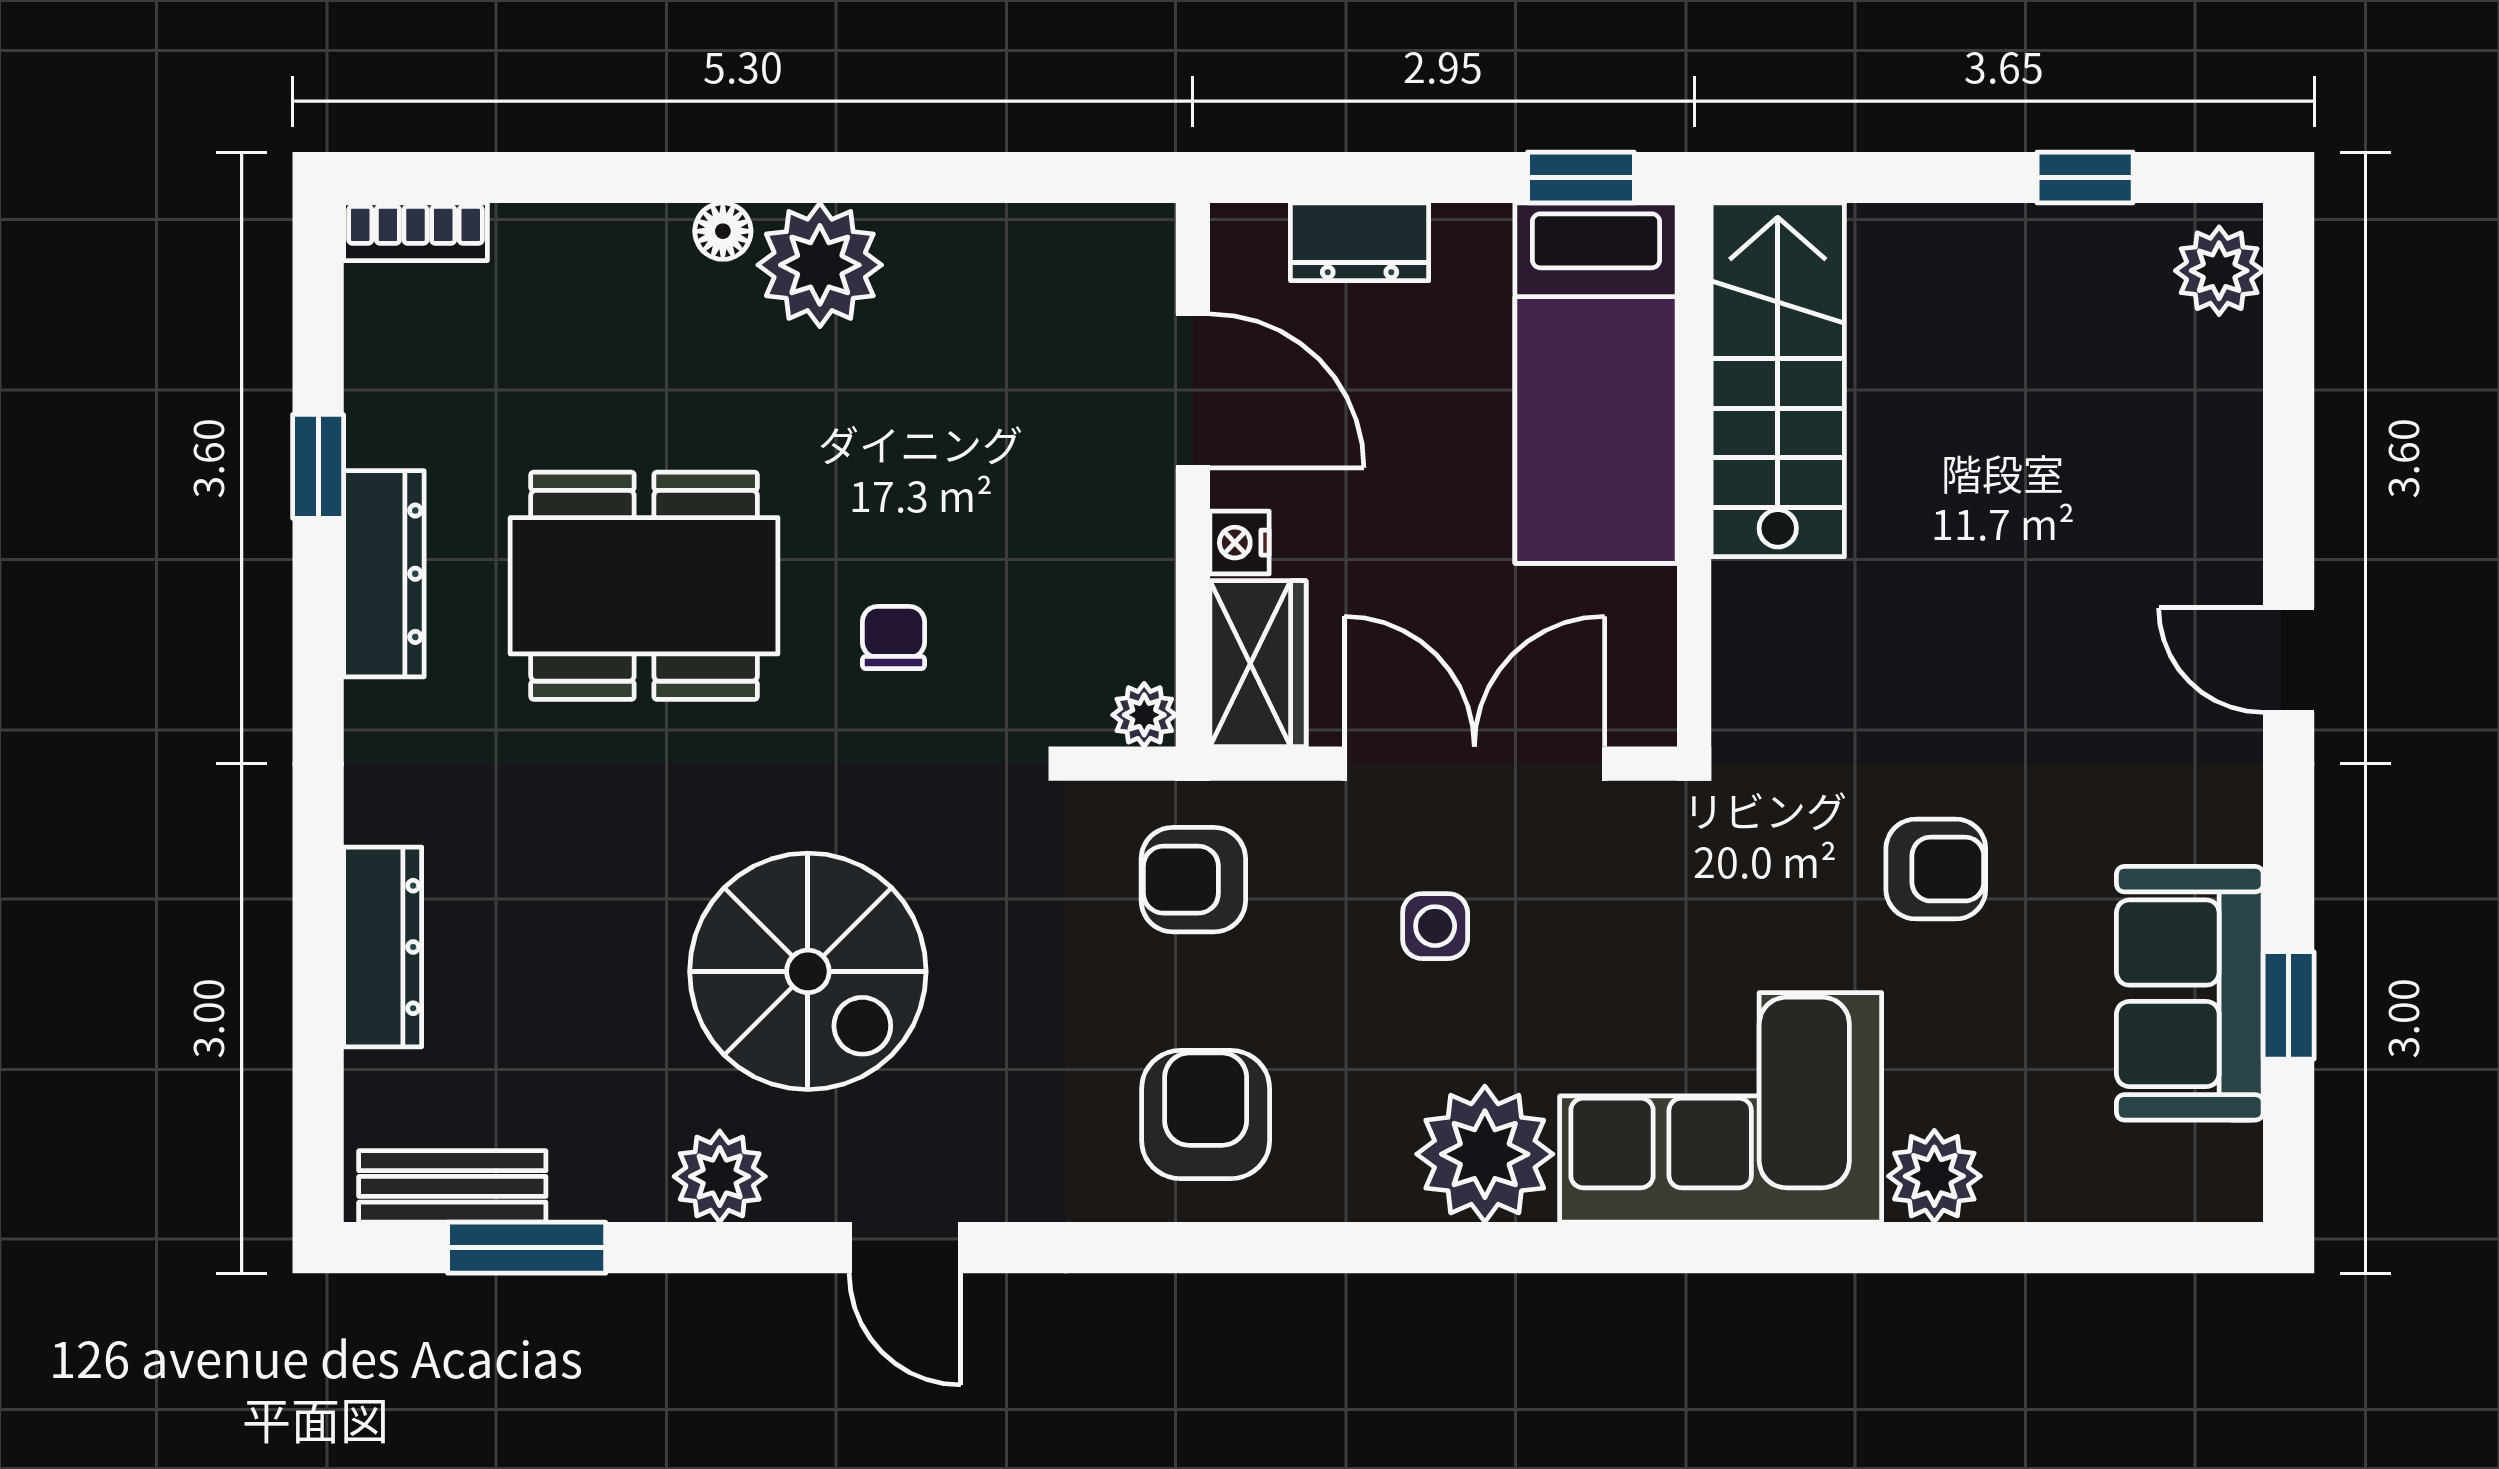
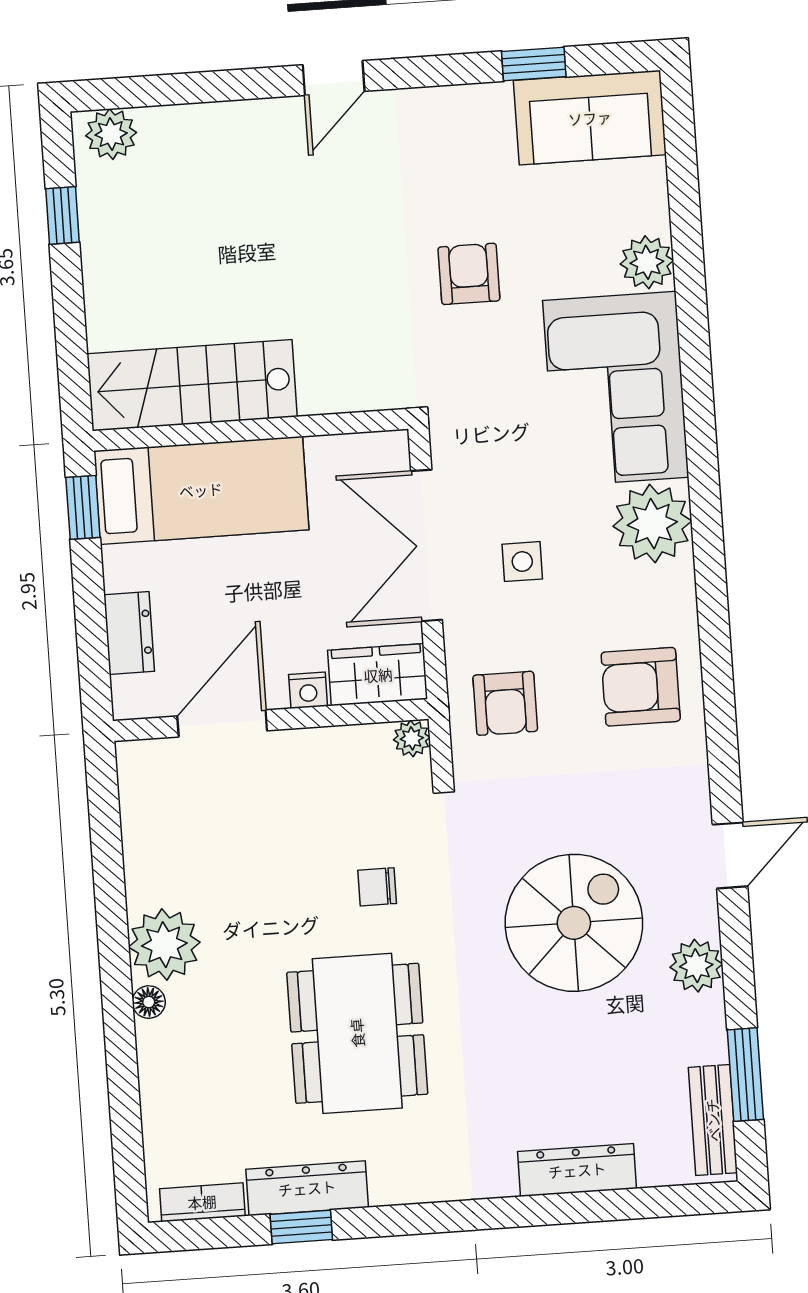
bookcase: (416, 232) -> (202, 1202), moved, turned -90
dresser: (384, 574) -> (307, 1188), moved
sofa: (2190, 993) -> (590, 118), moved

